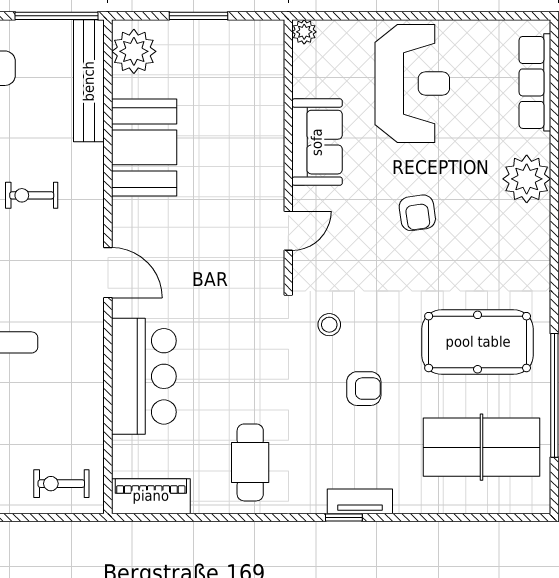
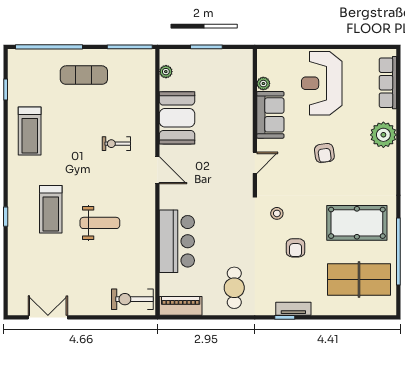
plant: (304, 32) -> (263, 84), moved
plant: (134, 51) -> (166, 72), width x0.53, depth x0.53
bench: (89, 81) -> (147, 82), removed
reception desk: (412, 84) -> (322, 83), turned 180
door: (108, 273) -> (157, 170), moved
armchair: (364, 389) -> (296, 248), turned 90
exercise bike: (61, 484) -> (132, 299), width x1.38, depth x1.39

